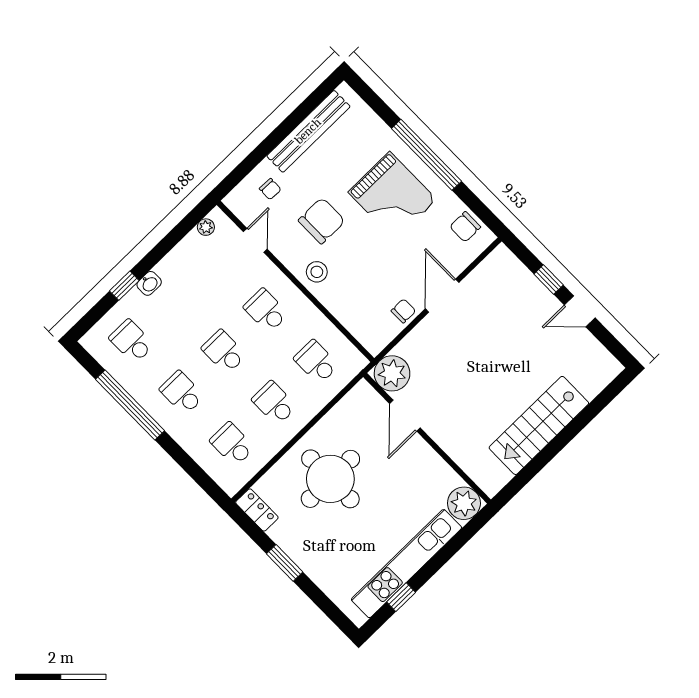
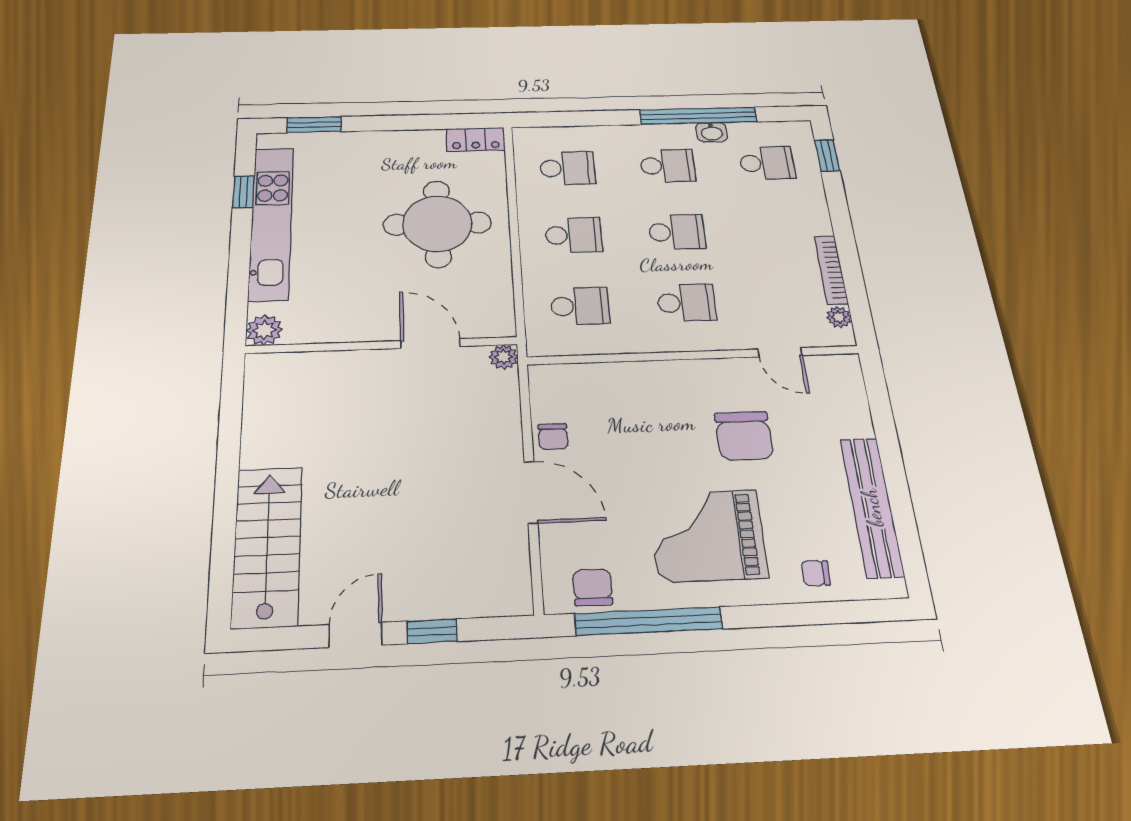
window: (426, 155) -> (648, 621), moved
chair: (270, 189) -> (816, 573), moved
bookcase: (177, 253) -> (831, 270), added
stool: (317, 272) -> (685, 384), removed
washbasin: (149, 283) -> (712, 132), moved, turned -90
window: (124, 286) -> (827, 155), moved
plant: (392, 373) -> (504, 357), width x0.53, depth x0.53
stairs: (539, 425) -> (267, 546), moved
plant: (464, 503) -> (264, 330), width x0.73, depth x0.73
window: (285, 563) -> (314, 125), moved

